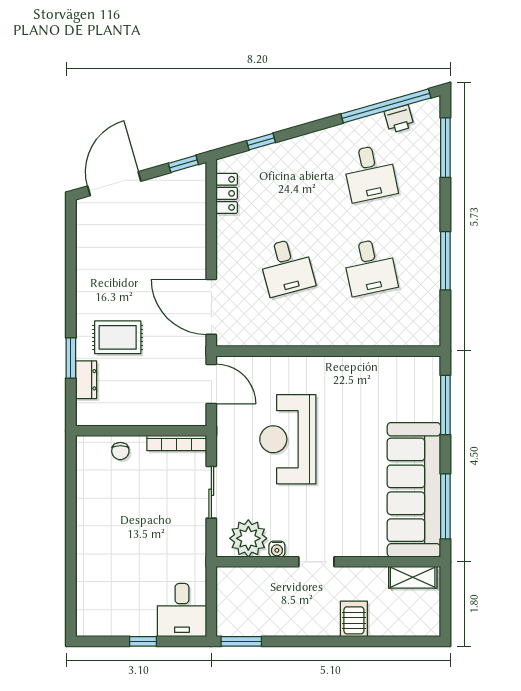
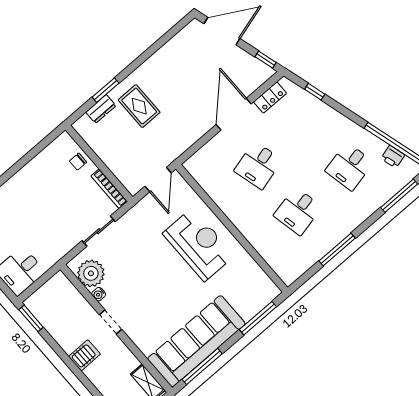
door: (211, 307) -> (234, 114), moved
reception desk: (288, 439) -> (198, 245), moved, turned 90
server rack: (354, 619) -> (84, 355), moved

